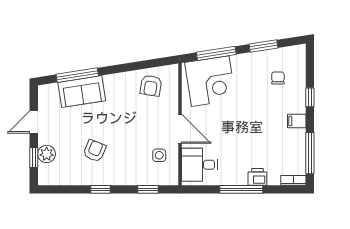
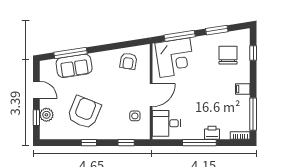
chair: (278, 78) -> (228, 55), width x1.87, depth x1.87
window: (310, 97) -> (253, 53), moved
door: (34, 122) -> (36, 90), swing flipped
door: (180, 129) -> (151, 95), hinge flipped
armchair: (95, 151) -> (84, 112), width x1.88, depth x1.88

